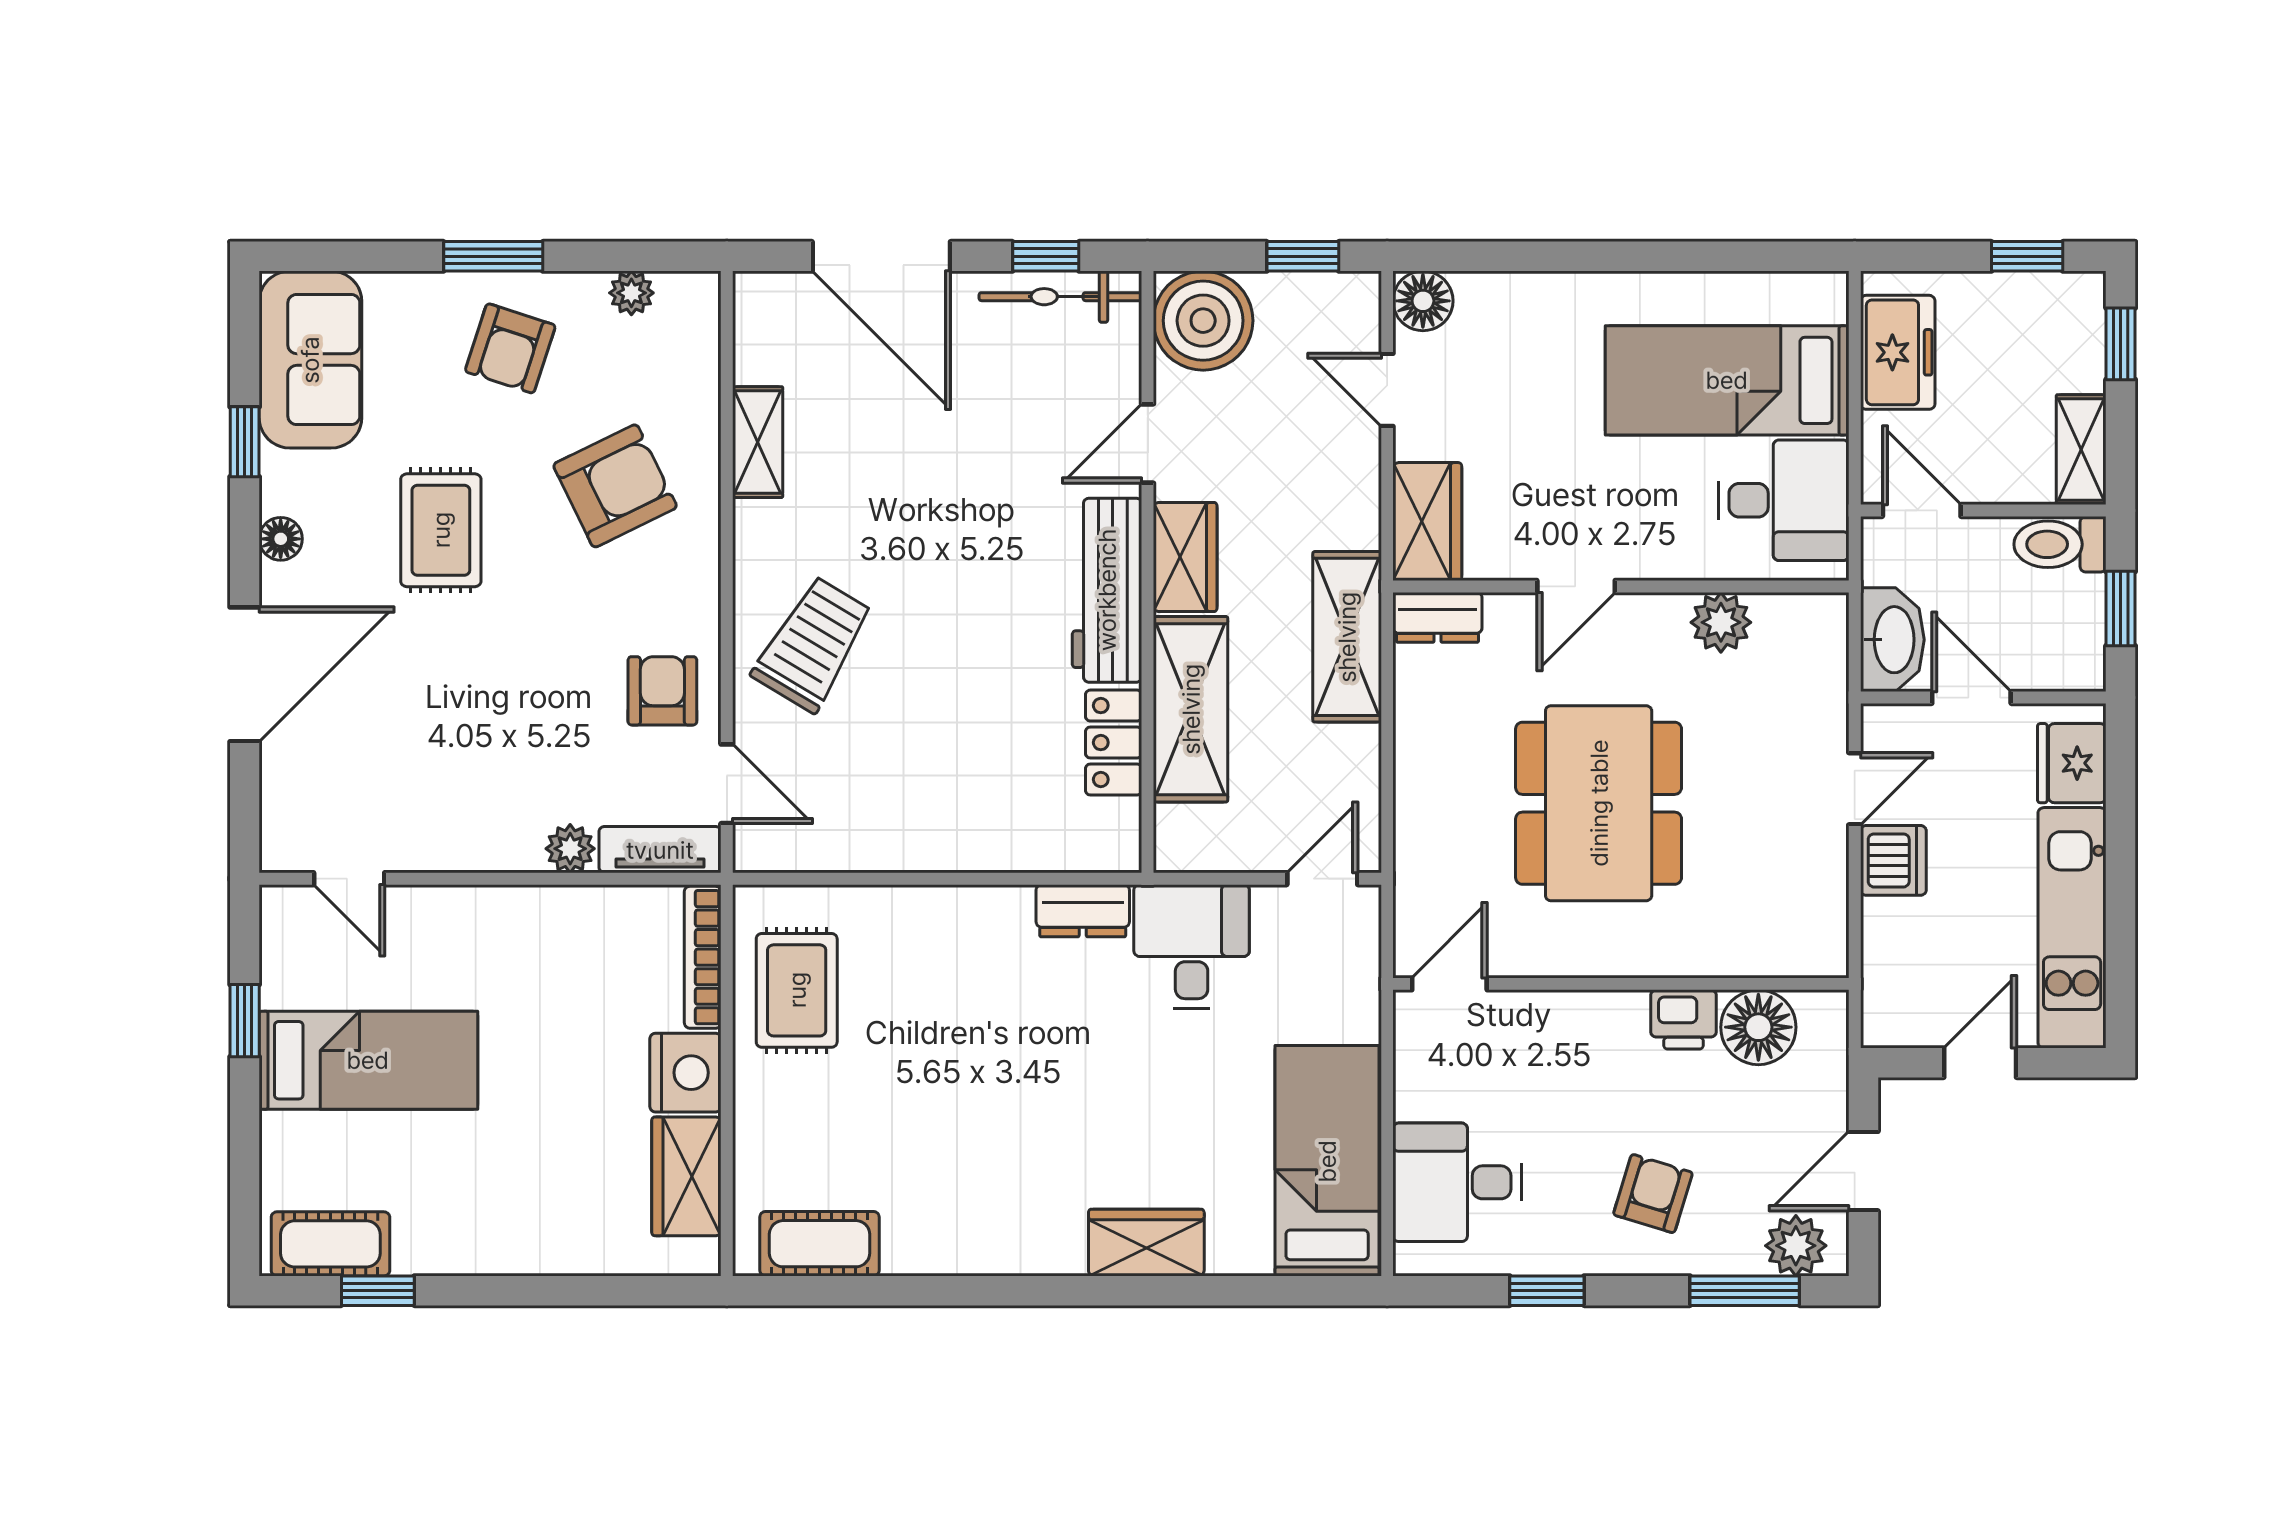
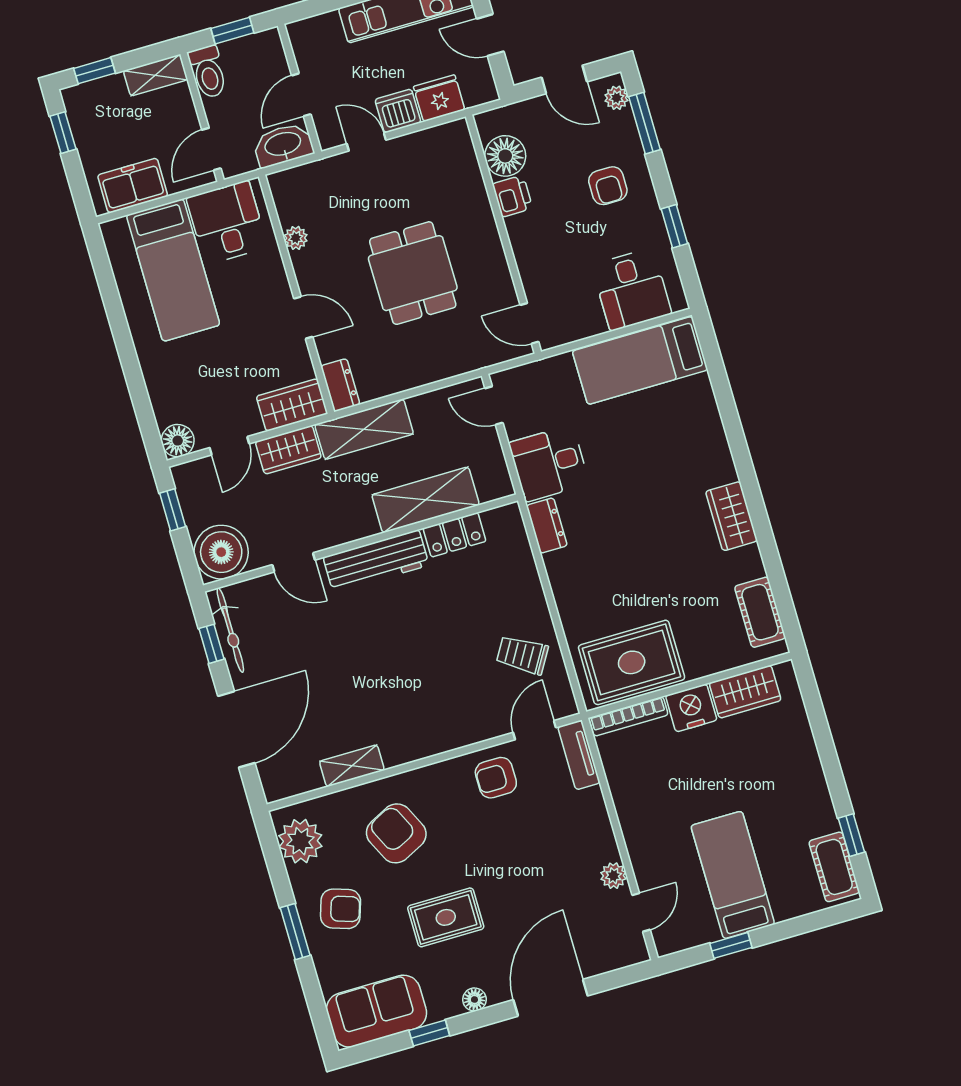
plant: (631, 293) -> (300, 841), width x1.87, depth x1.87
wardrobe: (1185, 557) -> (288, 450), moved, turned 180
plant: (1721, 622) -> (296, 238), width x0.73, depth x0.73
trolley: (813, 644) -> (522, 655), moved, width x0.73, depth x0.72
door: (245, 674) -> (550, 998), hinge flipped
fridge: (2072, 763) -> (439, 98), moved, turned 180
dining table: (1599, 803) -> (413, 273), width x0.73
plant: (570, 849) -> (613, 876), moved
rug: (797, 990) -> (632, 662), width x1.36, depth x1.43
armchair: (1653, 1194) -> (608, 186), turned -107
wardrobe: (1146, 1243) -> (732, 516), moved
plant: (1796, 1246) -> (616, 98), width x0.73, depth x0.73

